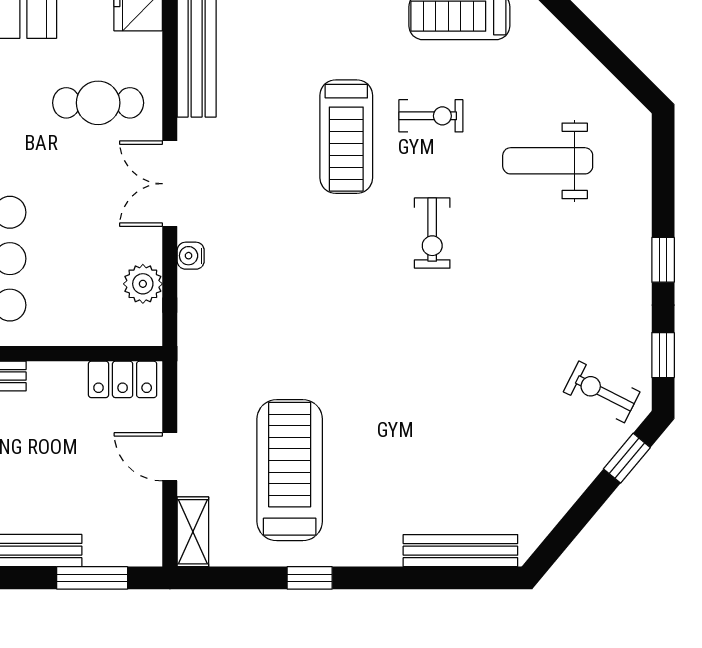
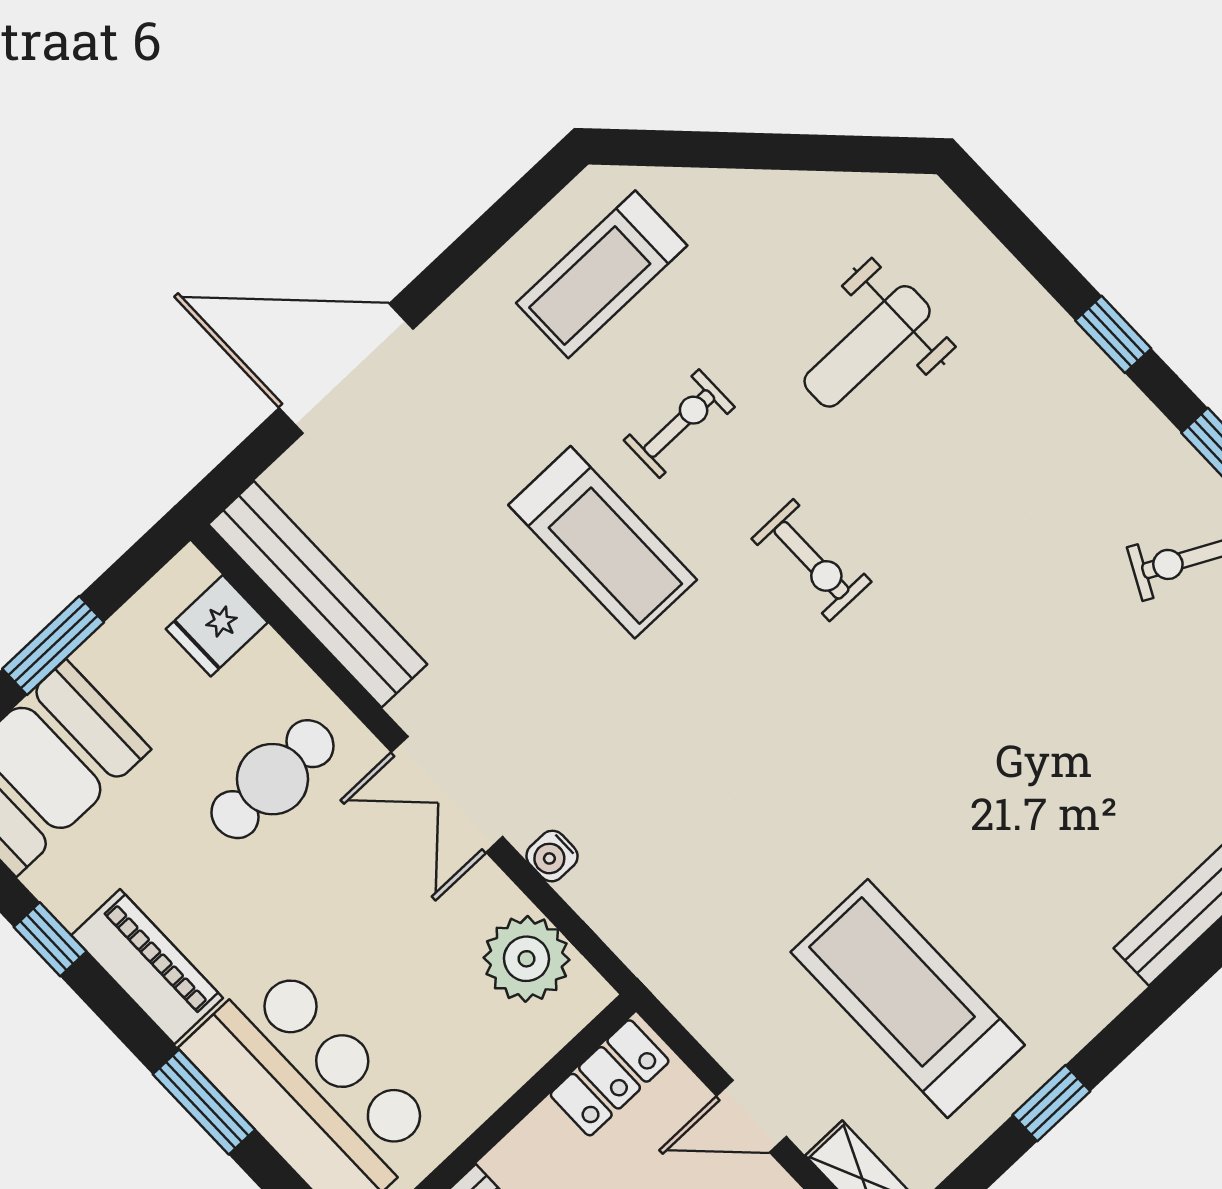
plant: (143, 284) -> (526, 959), width x1.36, depth x1.36

